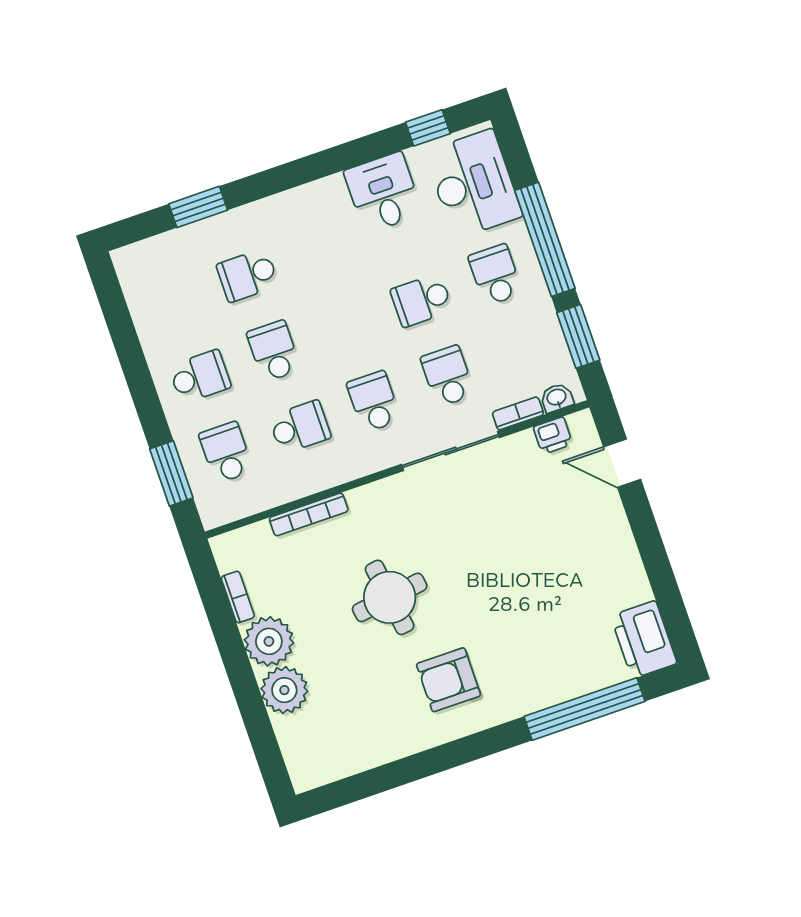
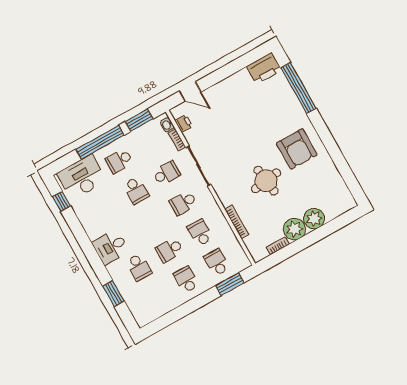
desk: (383, 192) -> (111, 247), moved
school desk: (448, 376) -> (166, 173), turned 180
school desk: (226, 452) -> (217, 262), turned 90
door: (622, 463) -> (190, 91), hinge flipped
armchair: (449, 680) -> (297, 149), width x1.36, depth x1.36

